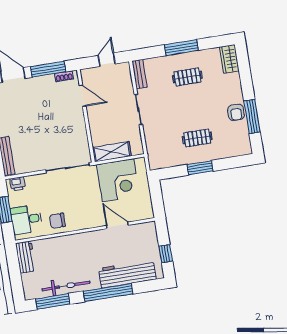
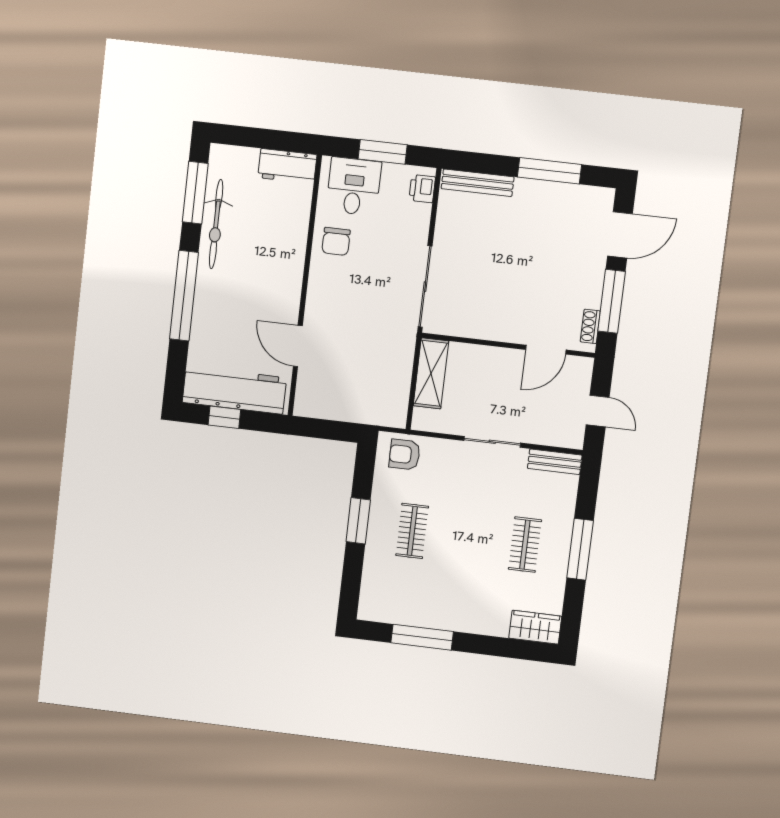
armchair: (236, 112) -> (405, 455), moved
corner desk: (118, 180) -> (378, 370), removed
chair: (57, 221) -> (336, 241), turned 180
door: (117, 225) -> (298, 346), swing flipped
workbench: (127, 274) -> (234, 390), moved, turned -90

